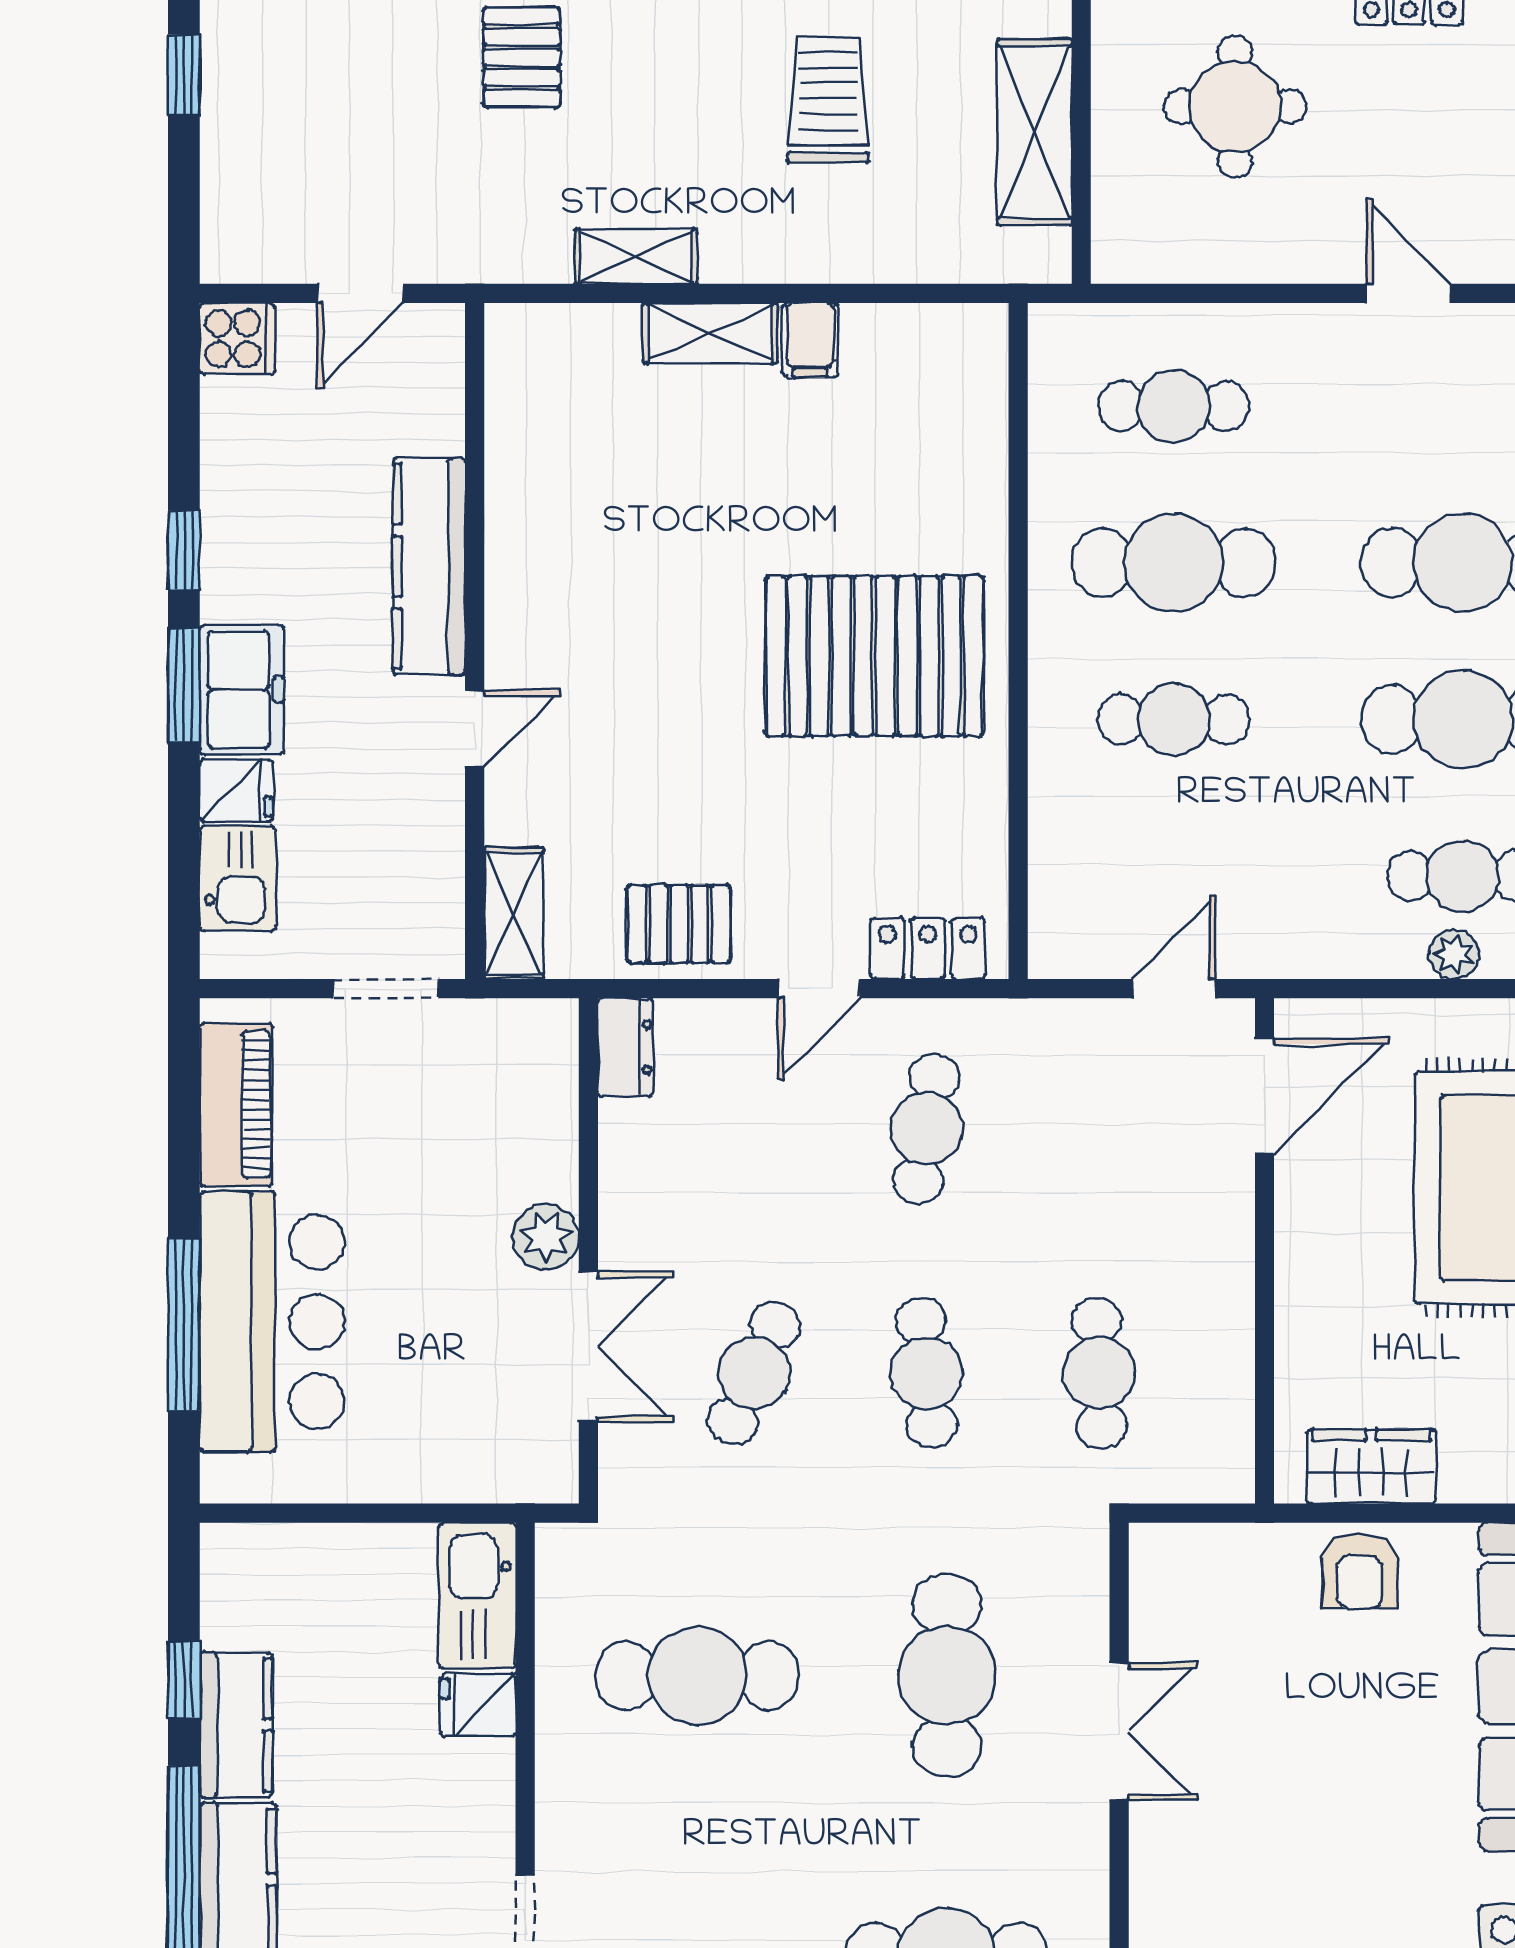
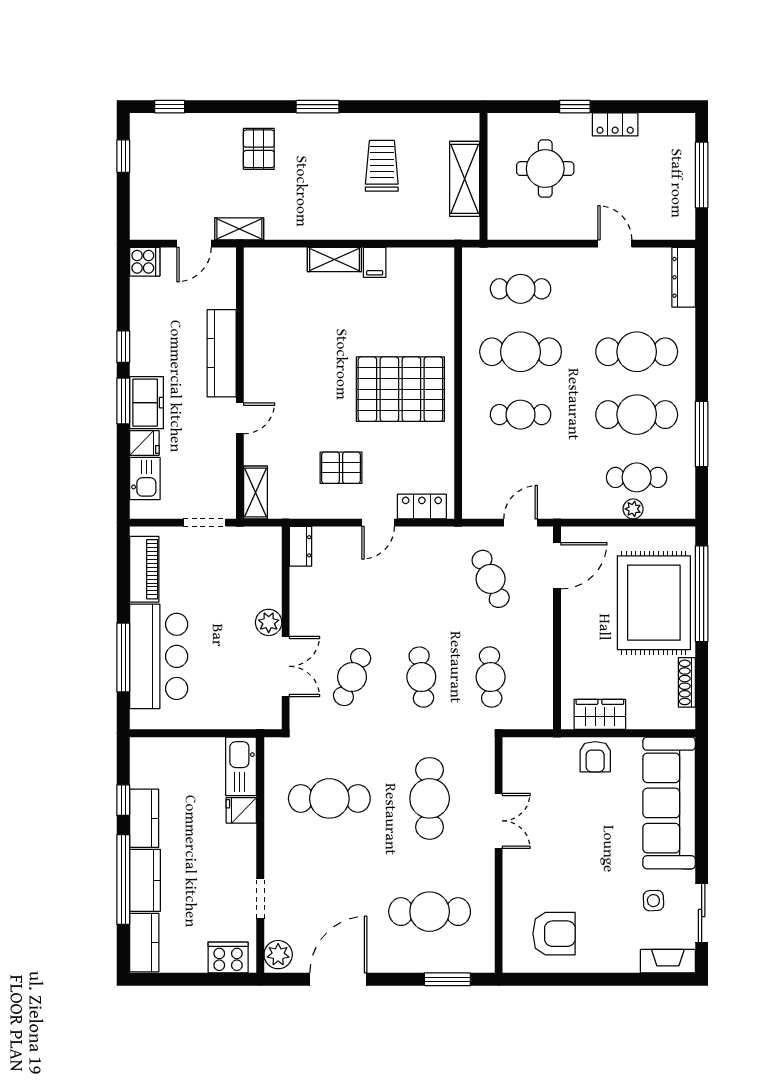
shelving: (636, 257) -> (239, 229), moved
pallet: (679, 924) -> (341, 468), moved
cafe table: (926, 1129) -> (491, 579), moved, turned -33

